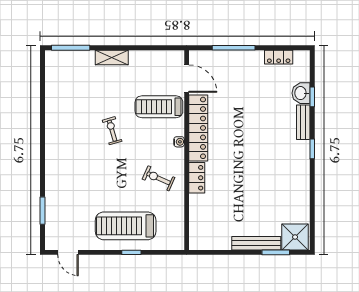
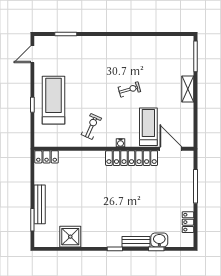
door: (187, 79) -> (171, 149), swing flipped
locker: (197, 178) -> (47, 157), moved
shower: (295, 237) -> (70, 237), moved

